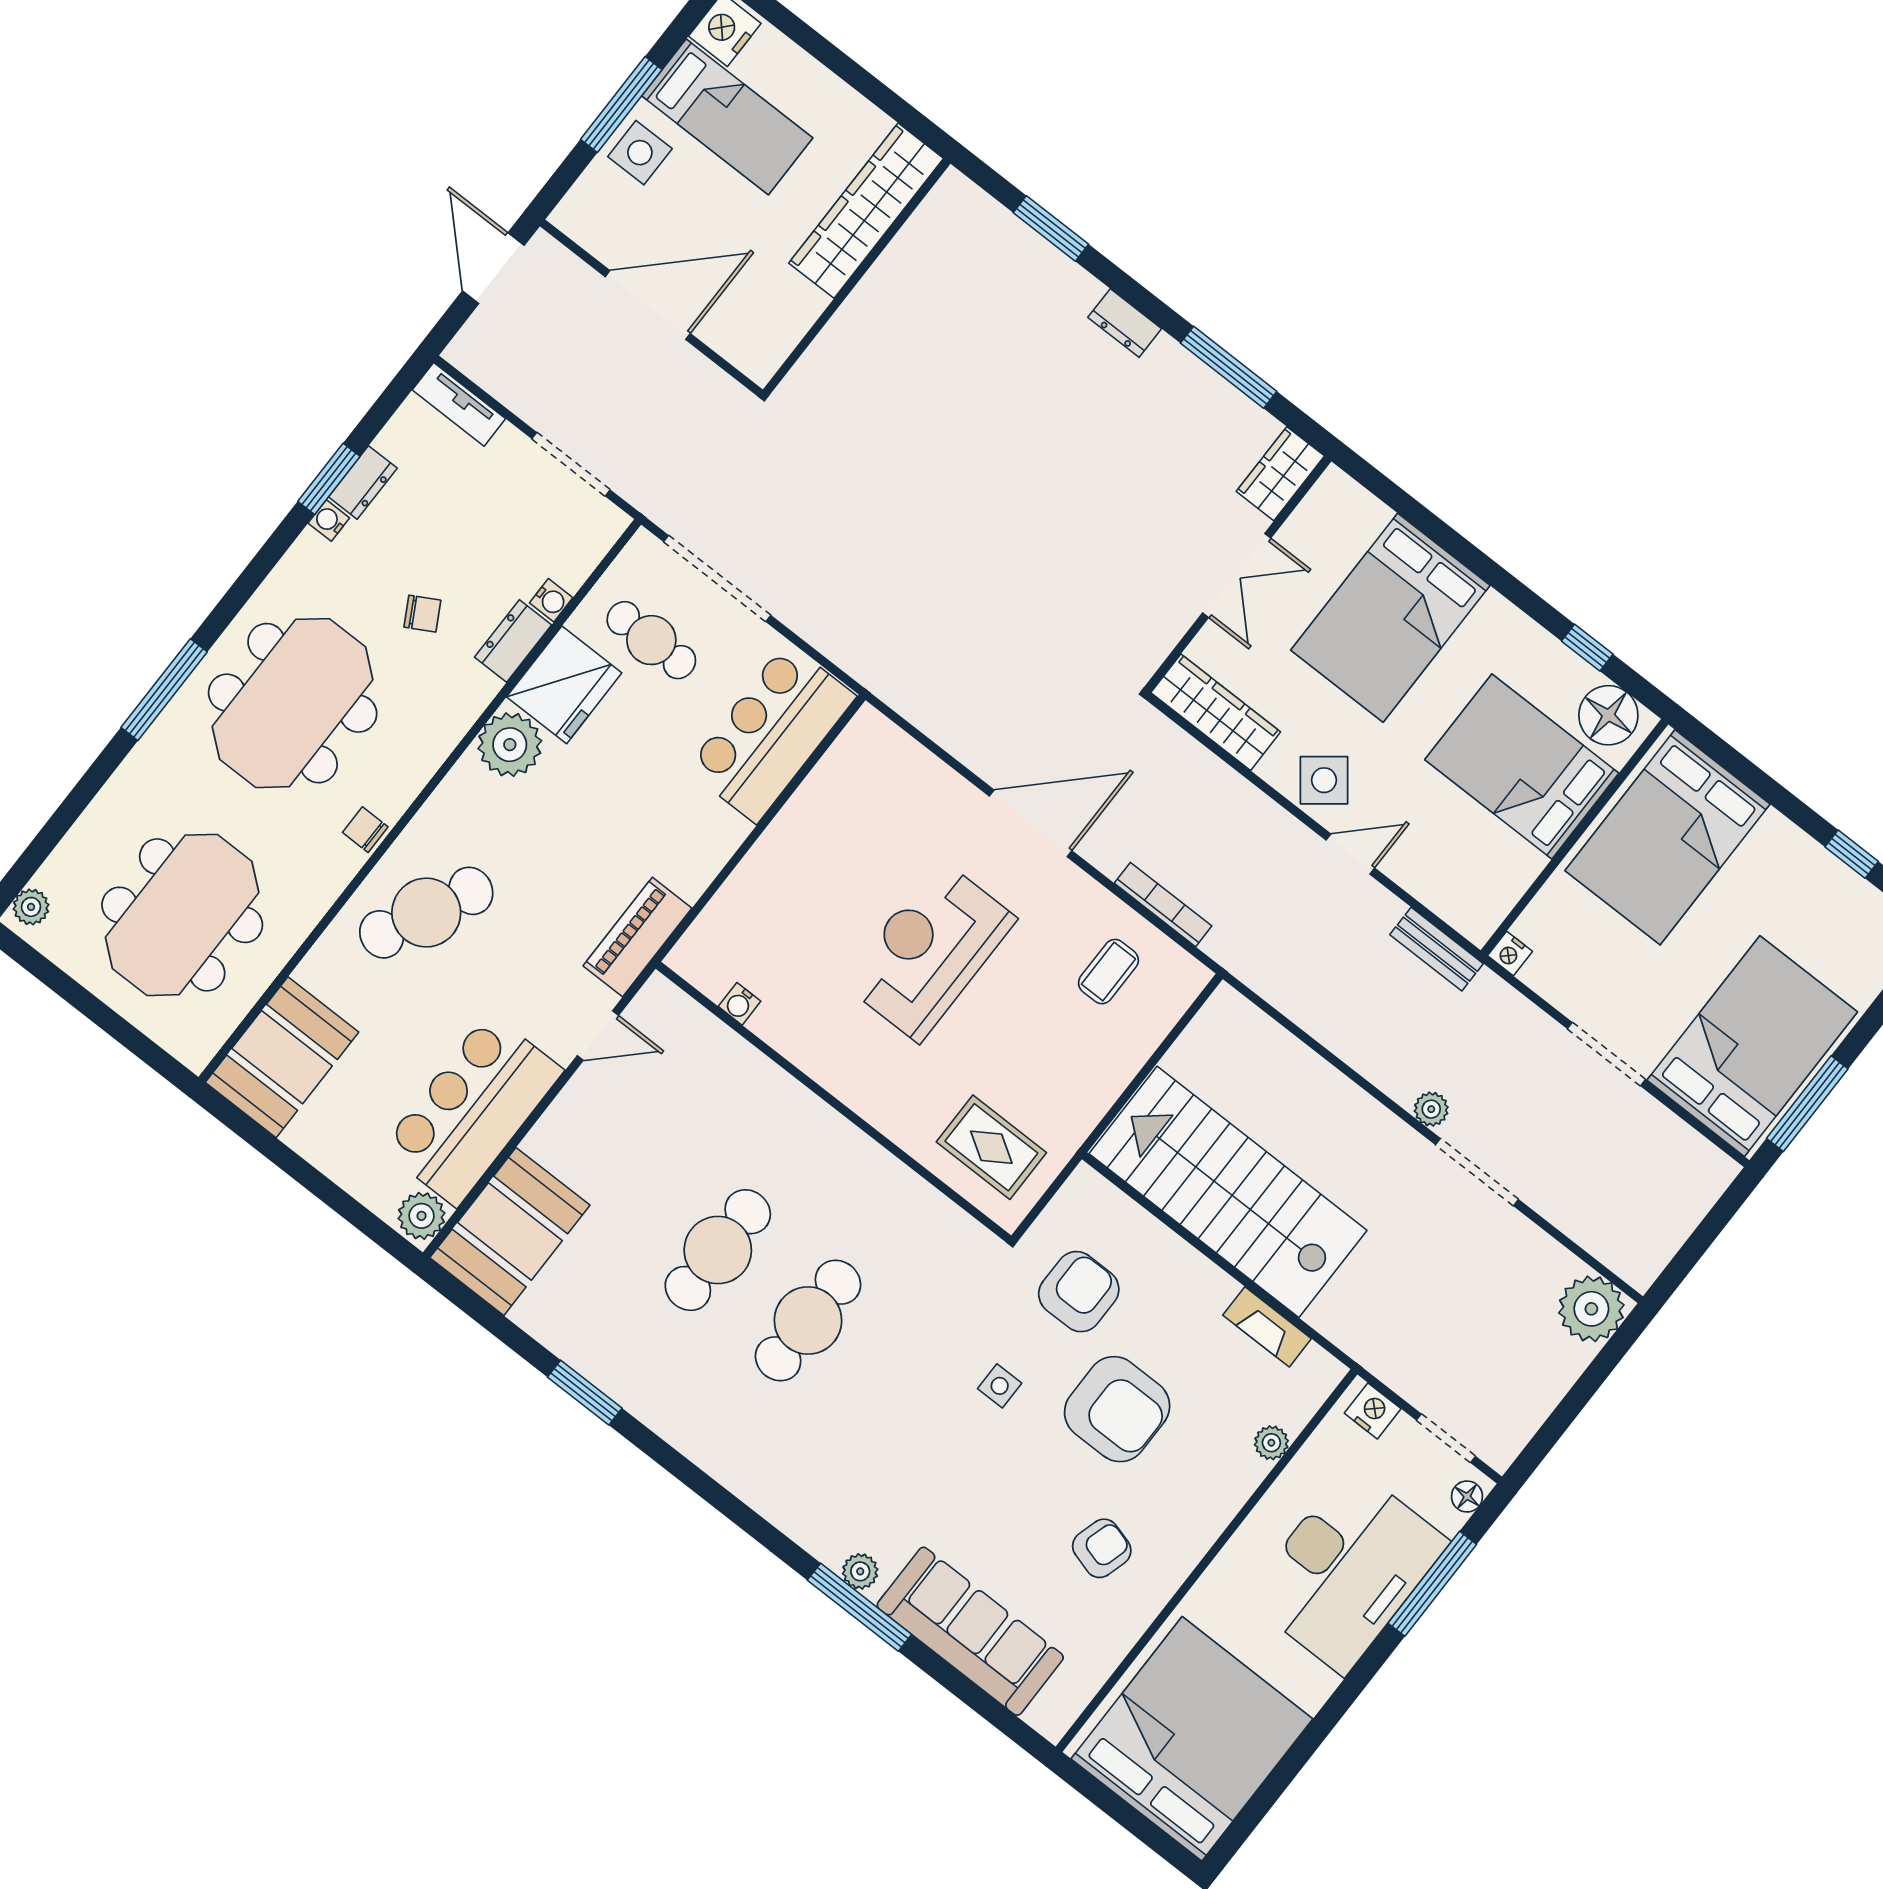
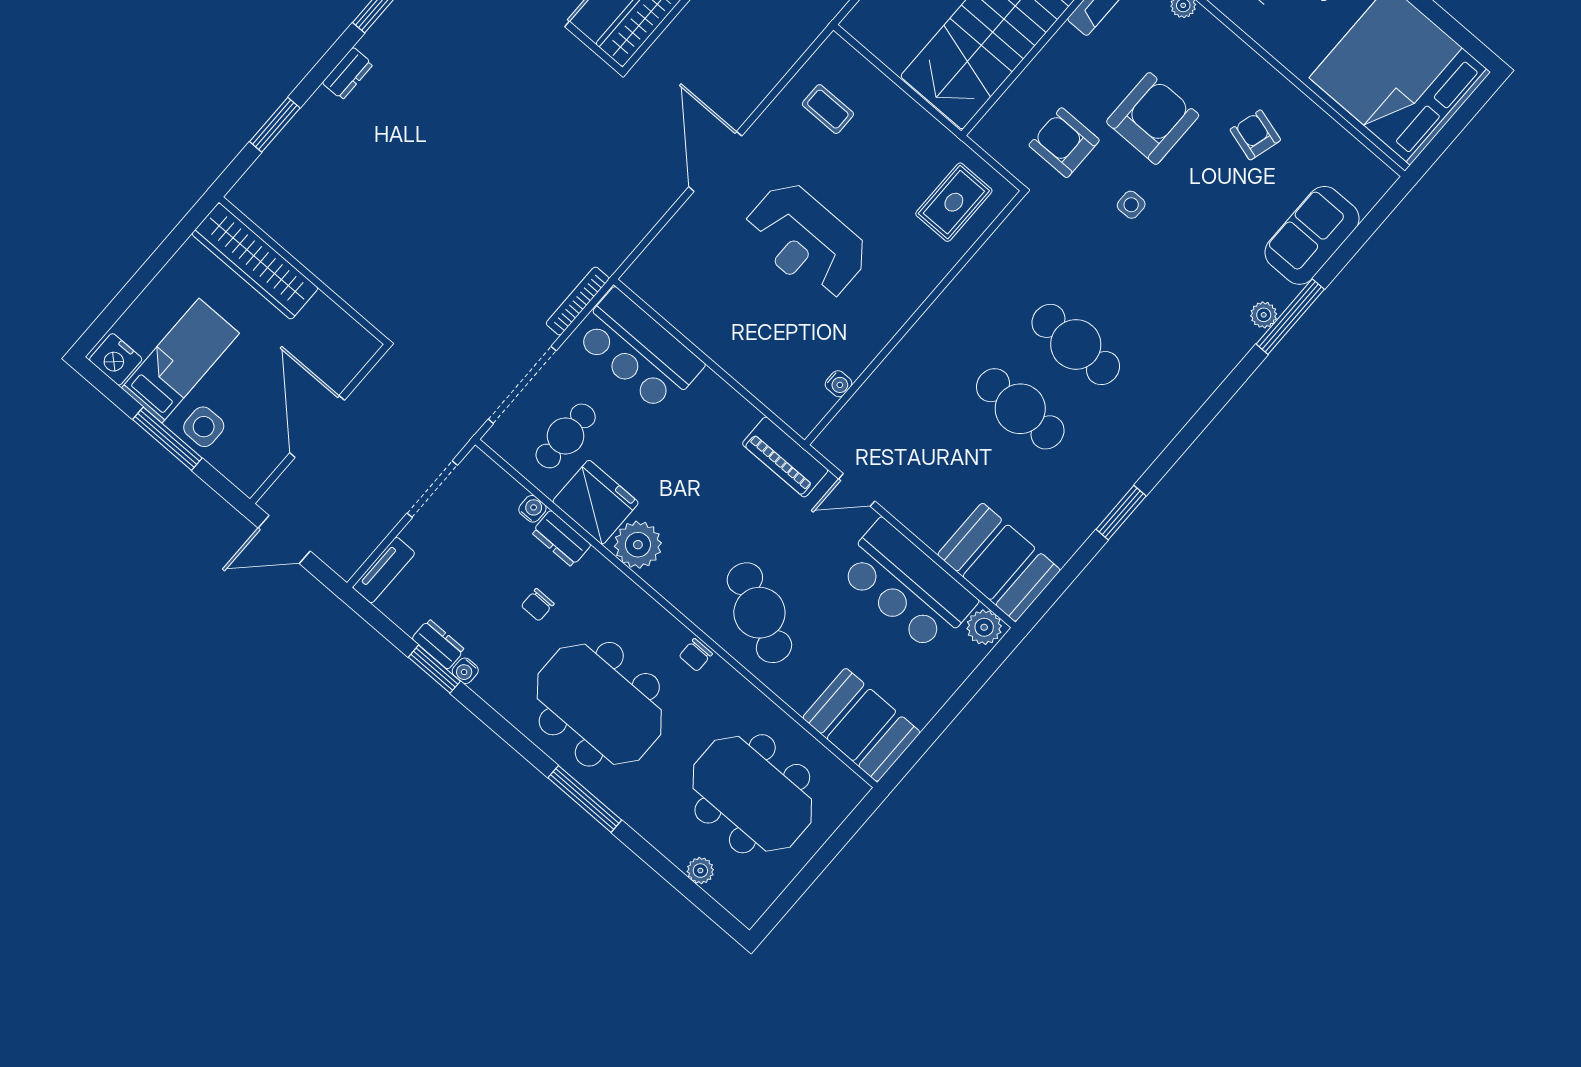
chair: (422, 614) -> (538, 605), turned -151
bookcase: (1163, 905) -> (578, 301), moved
plant: (31, 907) -> (700, 871), moved
door: (598, 1035) -> (857, 490), swing flipped
sofa: (970, 1631) -> (1312, 235), width x0.73

